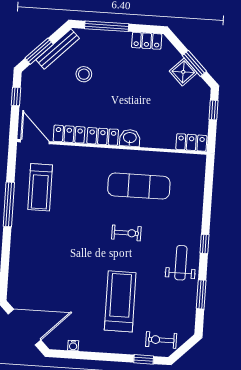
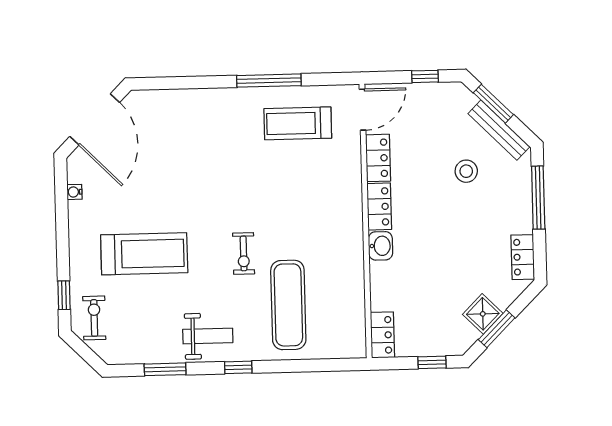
exercise mat: (139, 186) -> (288, 305), moved

